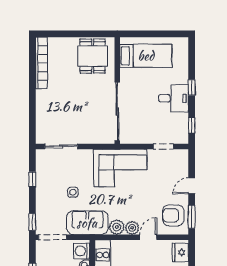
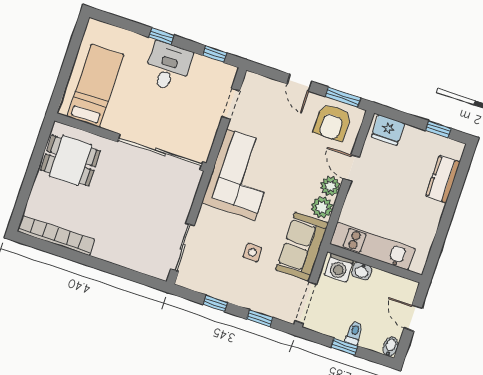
window: (32, 222) -> (260, 318), moved

